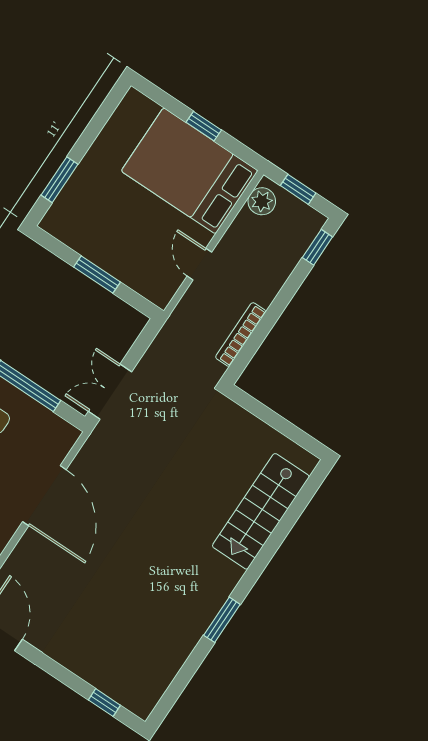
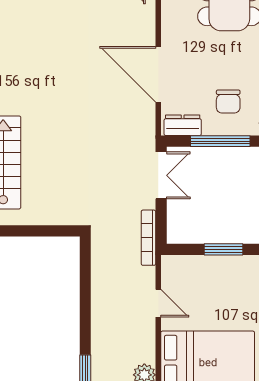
bookcase: (241, 334) -> (148, 238), moved, turned 180
dresser: (54, 428) -> (183, 125), added

